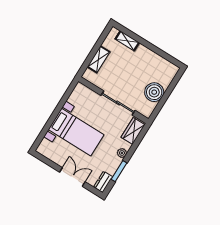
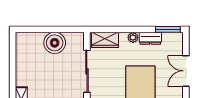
window: (119, 171) -> (168, 29), moved
dresser: (103, 182) -> (150, 38), moved

